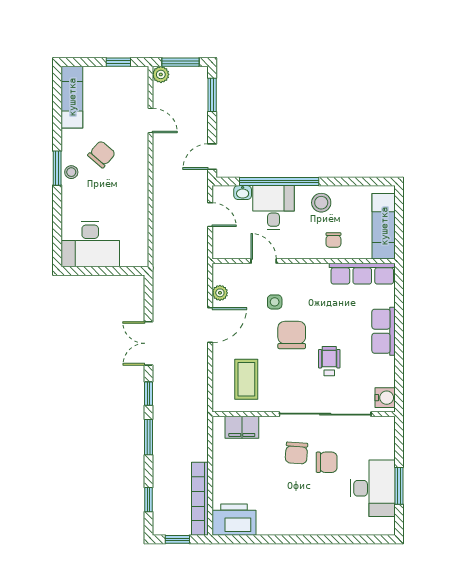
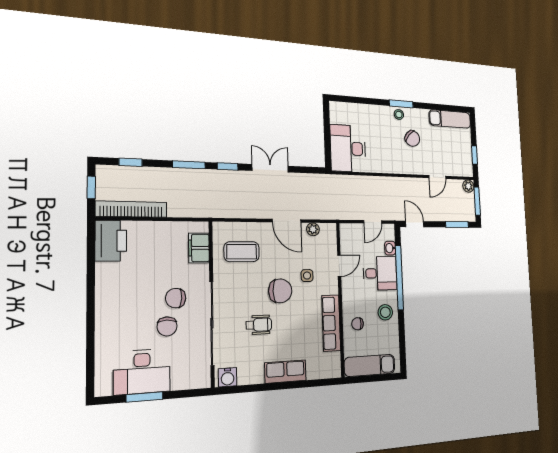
desk: (90, 244) -> (348, 148), moved
row of seats: (362, 274) -> (331, 323), moved

